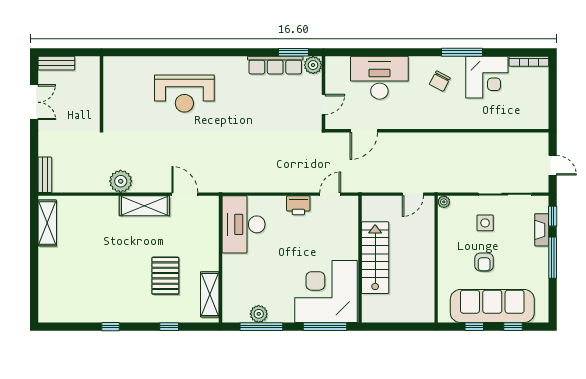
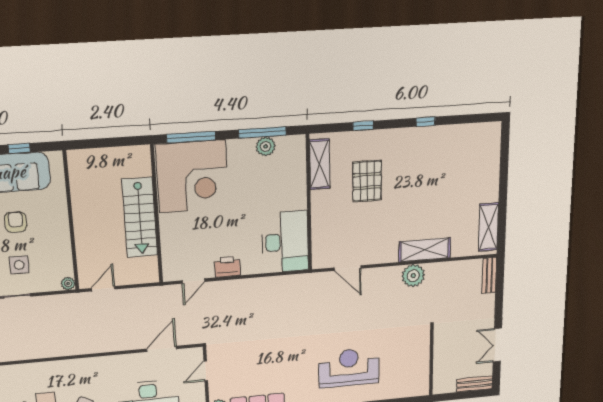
shelving: (144, 206) -> (425, 250), moved

